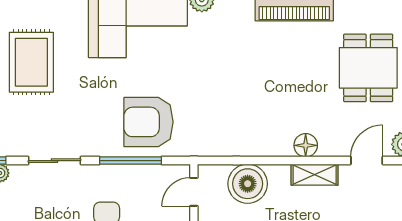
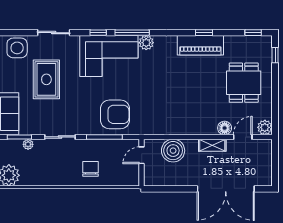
armchair: (148, 122) -> (115, 114), turned 180
floor lamp: (306, 145) -> (225, 128), moved

